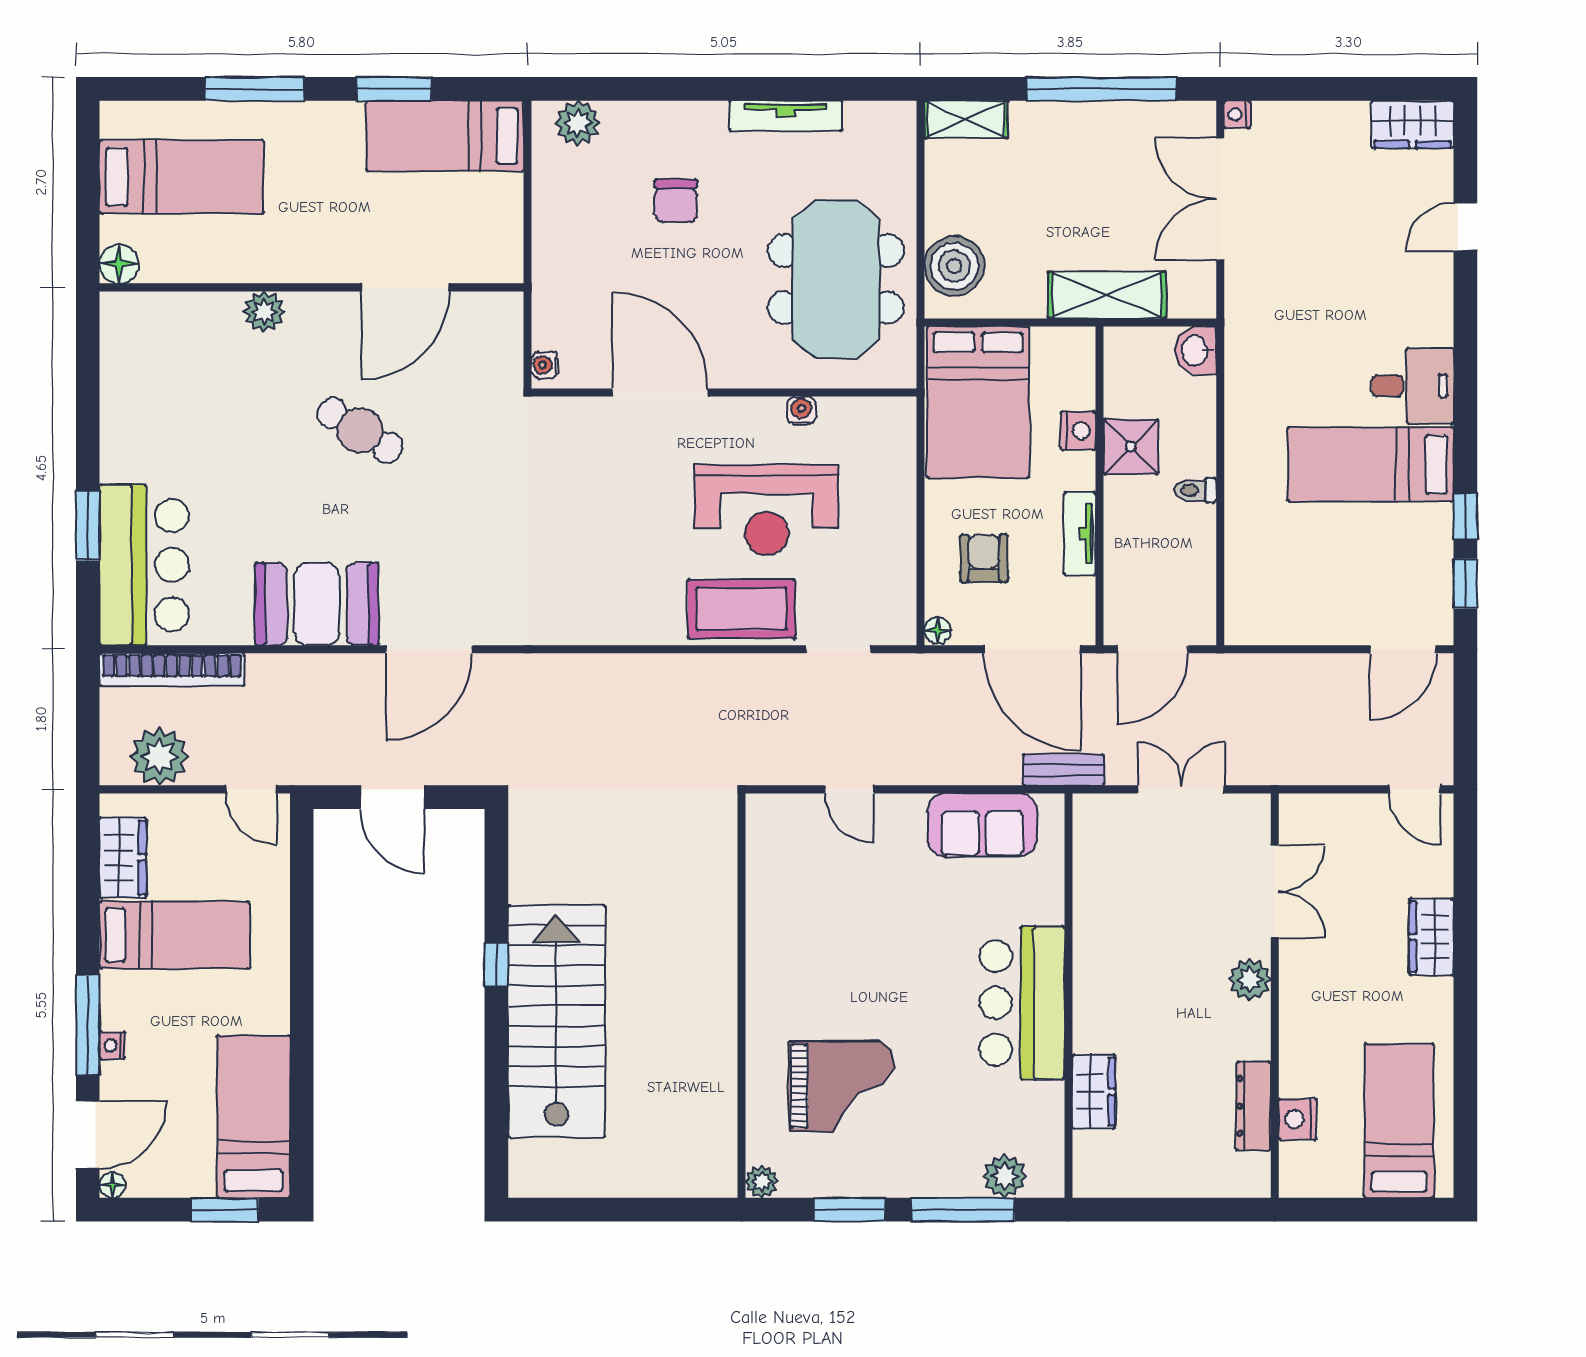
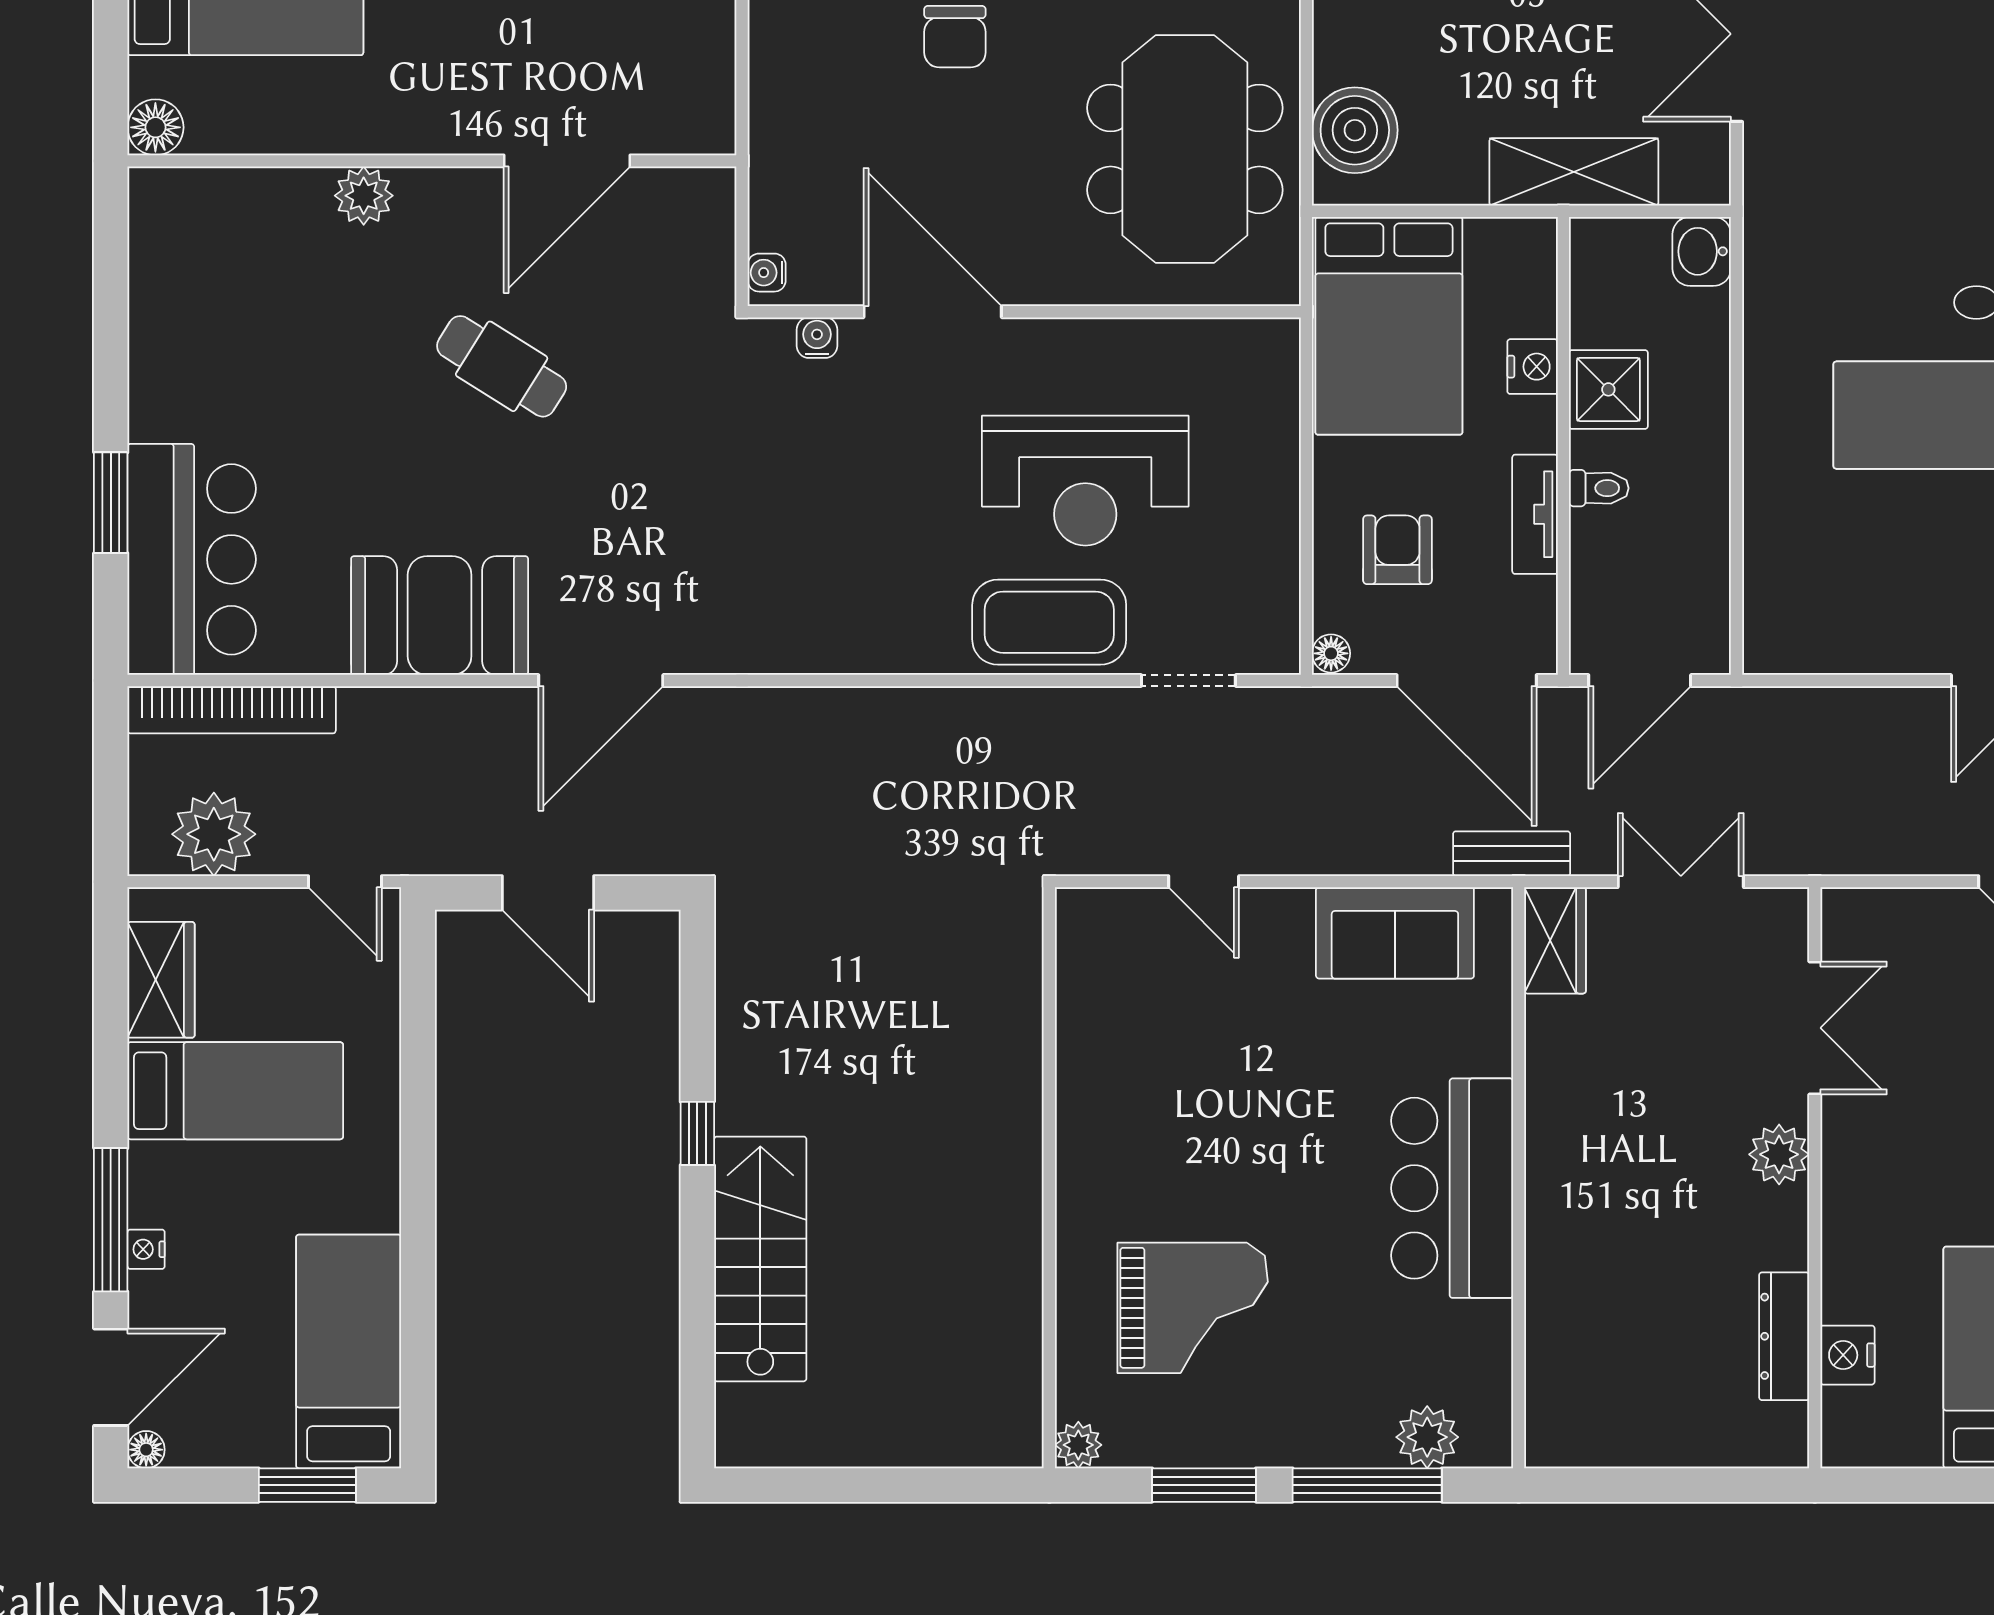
water cooler: (801, 410) -> (817, 338), moved
toilet: (1195, 490) -> (1599, 488), moved, turned 180
stairs: (556, 1021) -> (760, 1259), width x0.73, depth x0.66
wardrobe: (1094, 1091) -> (1555, 940), moved

